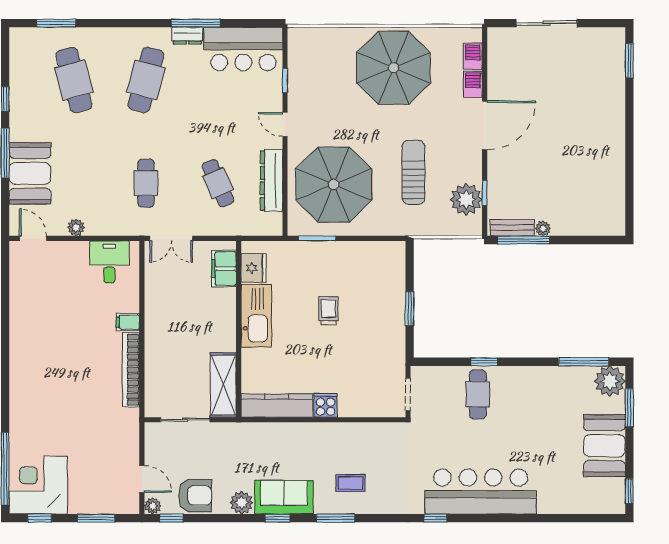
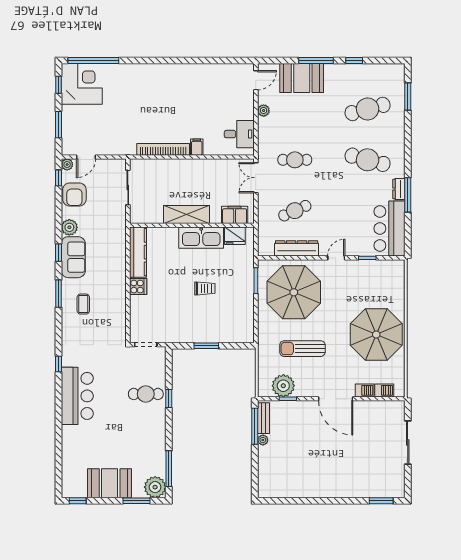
sun lounger: (414, 172) -> (302, 349), turned 180
shelving: (223, 385) -> (186, 214), moved
bar counter: (481, 492) -> (77, 396), width x0.73

